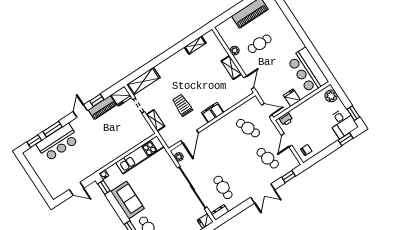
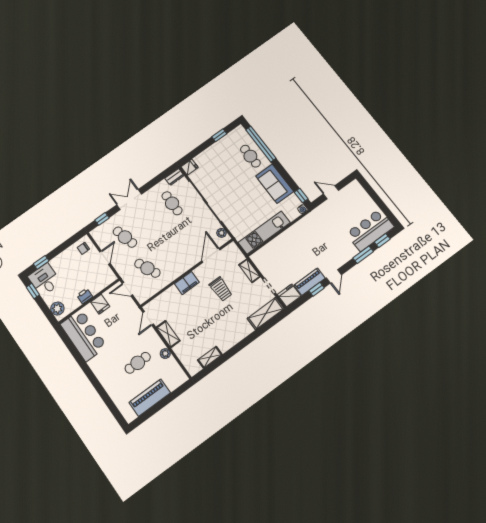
printer: (286, 119) -> (85, 296), moved
bar counter: (58, 142) -> (370, 230), moved

